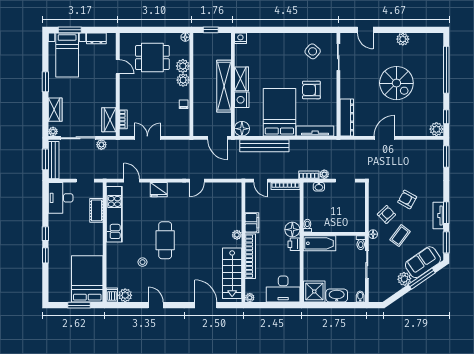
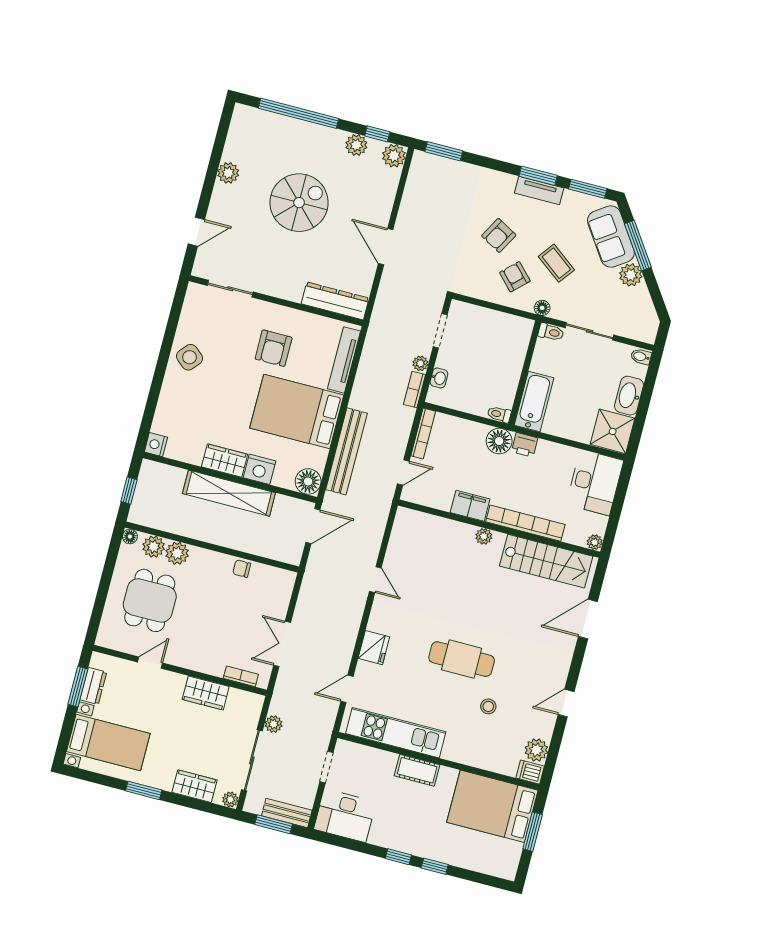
window: (70, 30) -> (78, 687), moved
side table: (313, 51) -> (190, 357), moved
plant: (183, 80) -> (154, 547), moved
plant: (437, 107) -> (356, 145), added
wardrobe: (109, 120) -> (206, 693), moved
bench: (54, 160) -> (287, 813), width x0.73
cot: (96, 210) -> (417, 770), moved

